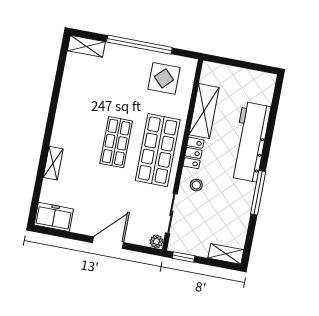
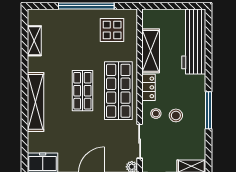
shelving: (86, 46) -> (34, 41), moved, turned 90
workbench: (250, 142) -> (194, 41), moved
shelving: (53, 163) -> (36, 102), width x2.20, depth x1.33
stool: (219, 192) -> (176, 115), added

